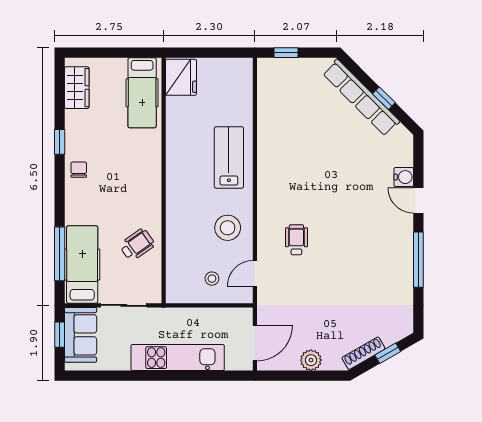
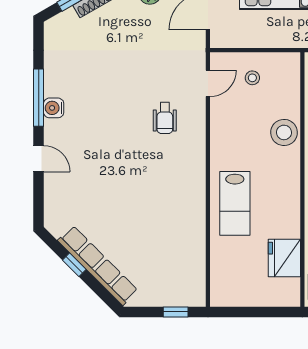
fridge: (181, 77) -> (284, 258), moved
water cooler: (404, 177) -> (54, 108), moved
stool: (228, 228) -> (284, 132), moved

